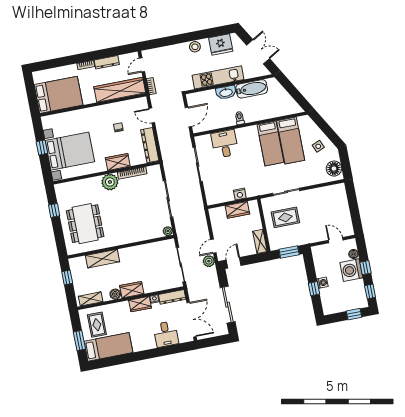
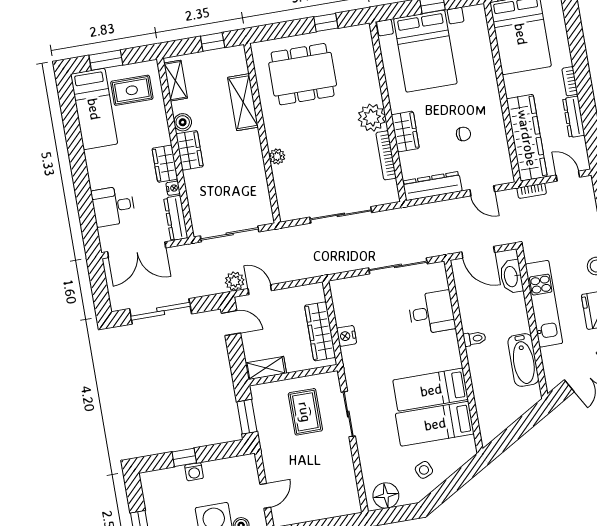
washbasin: (226, 92) -> (511, 276), moved
door: (152, 115) -> (482, 191), swing flipped
wardrobe: (237, 210) -> (320, 331), width x1.50
plant: (168, 231) -> (277, 156), moved

